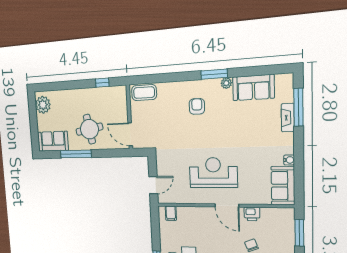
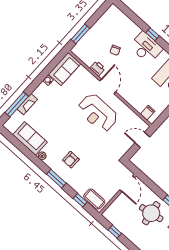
window: (214, 74) -> (56, 179), moved
window: (155, 79) -> (80, 200), added

